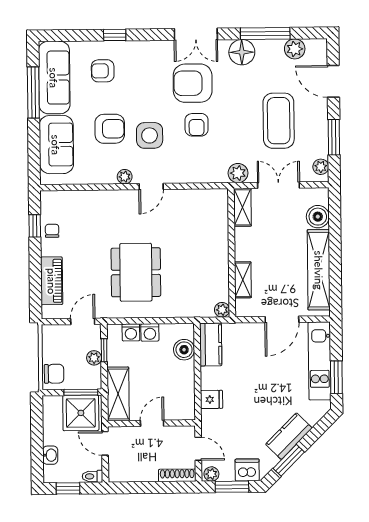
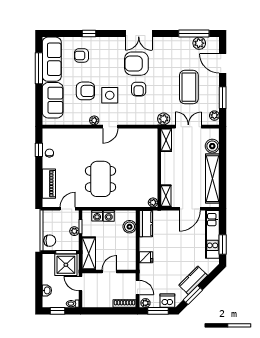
window: (265, 33) -> (194, 34), moved
floor lamp: (242, 52) -> (167, 45), removed
shelving: (243, 280) -> (166, 196), moved

